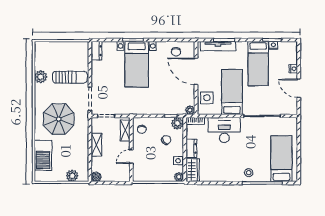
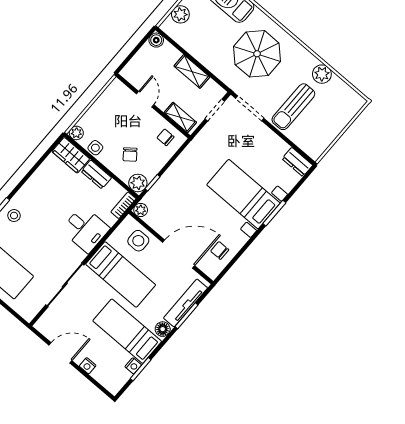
floor lamp: (242, 46) -> (163, 329), added
desk: (224, 130) -> (85, 229), width x0.73

